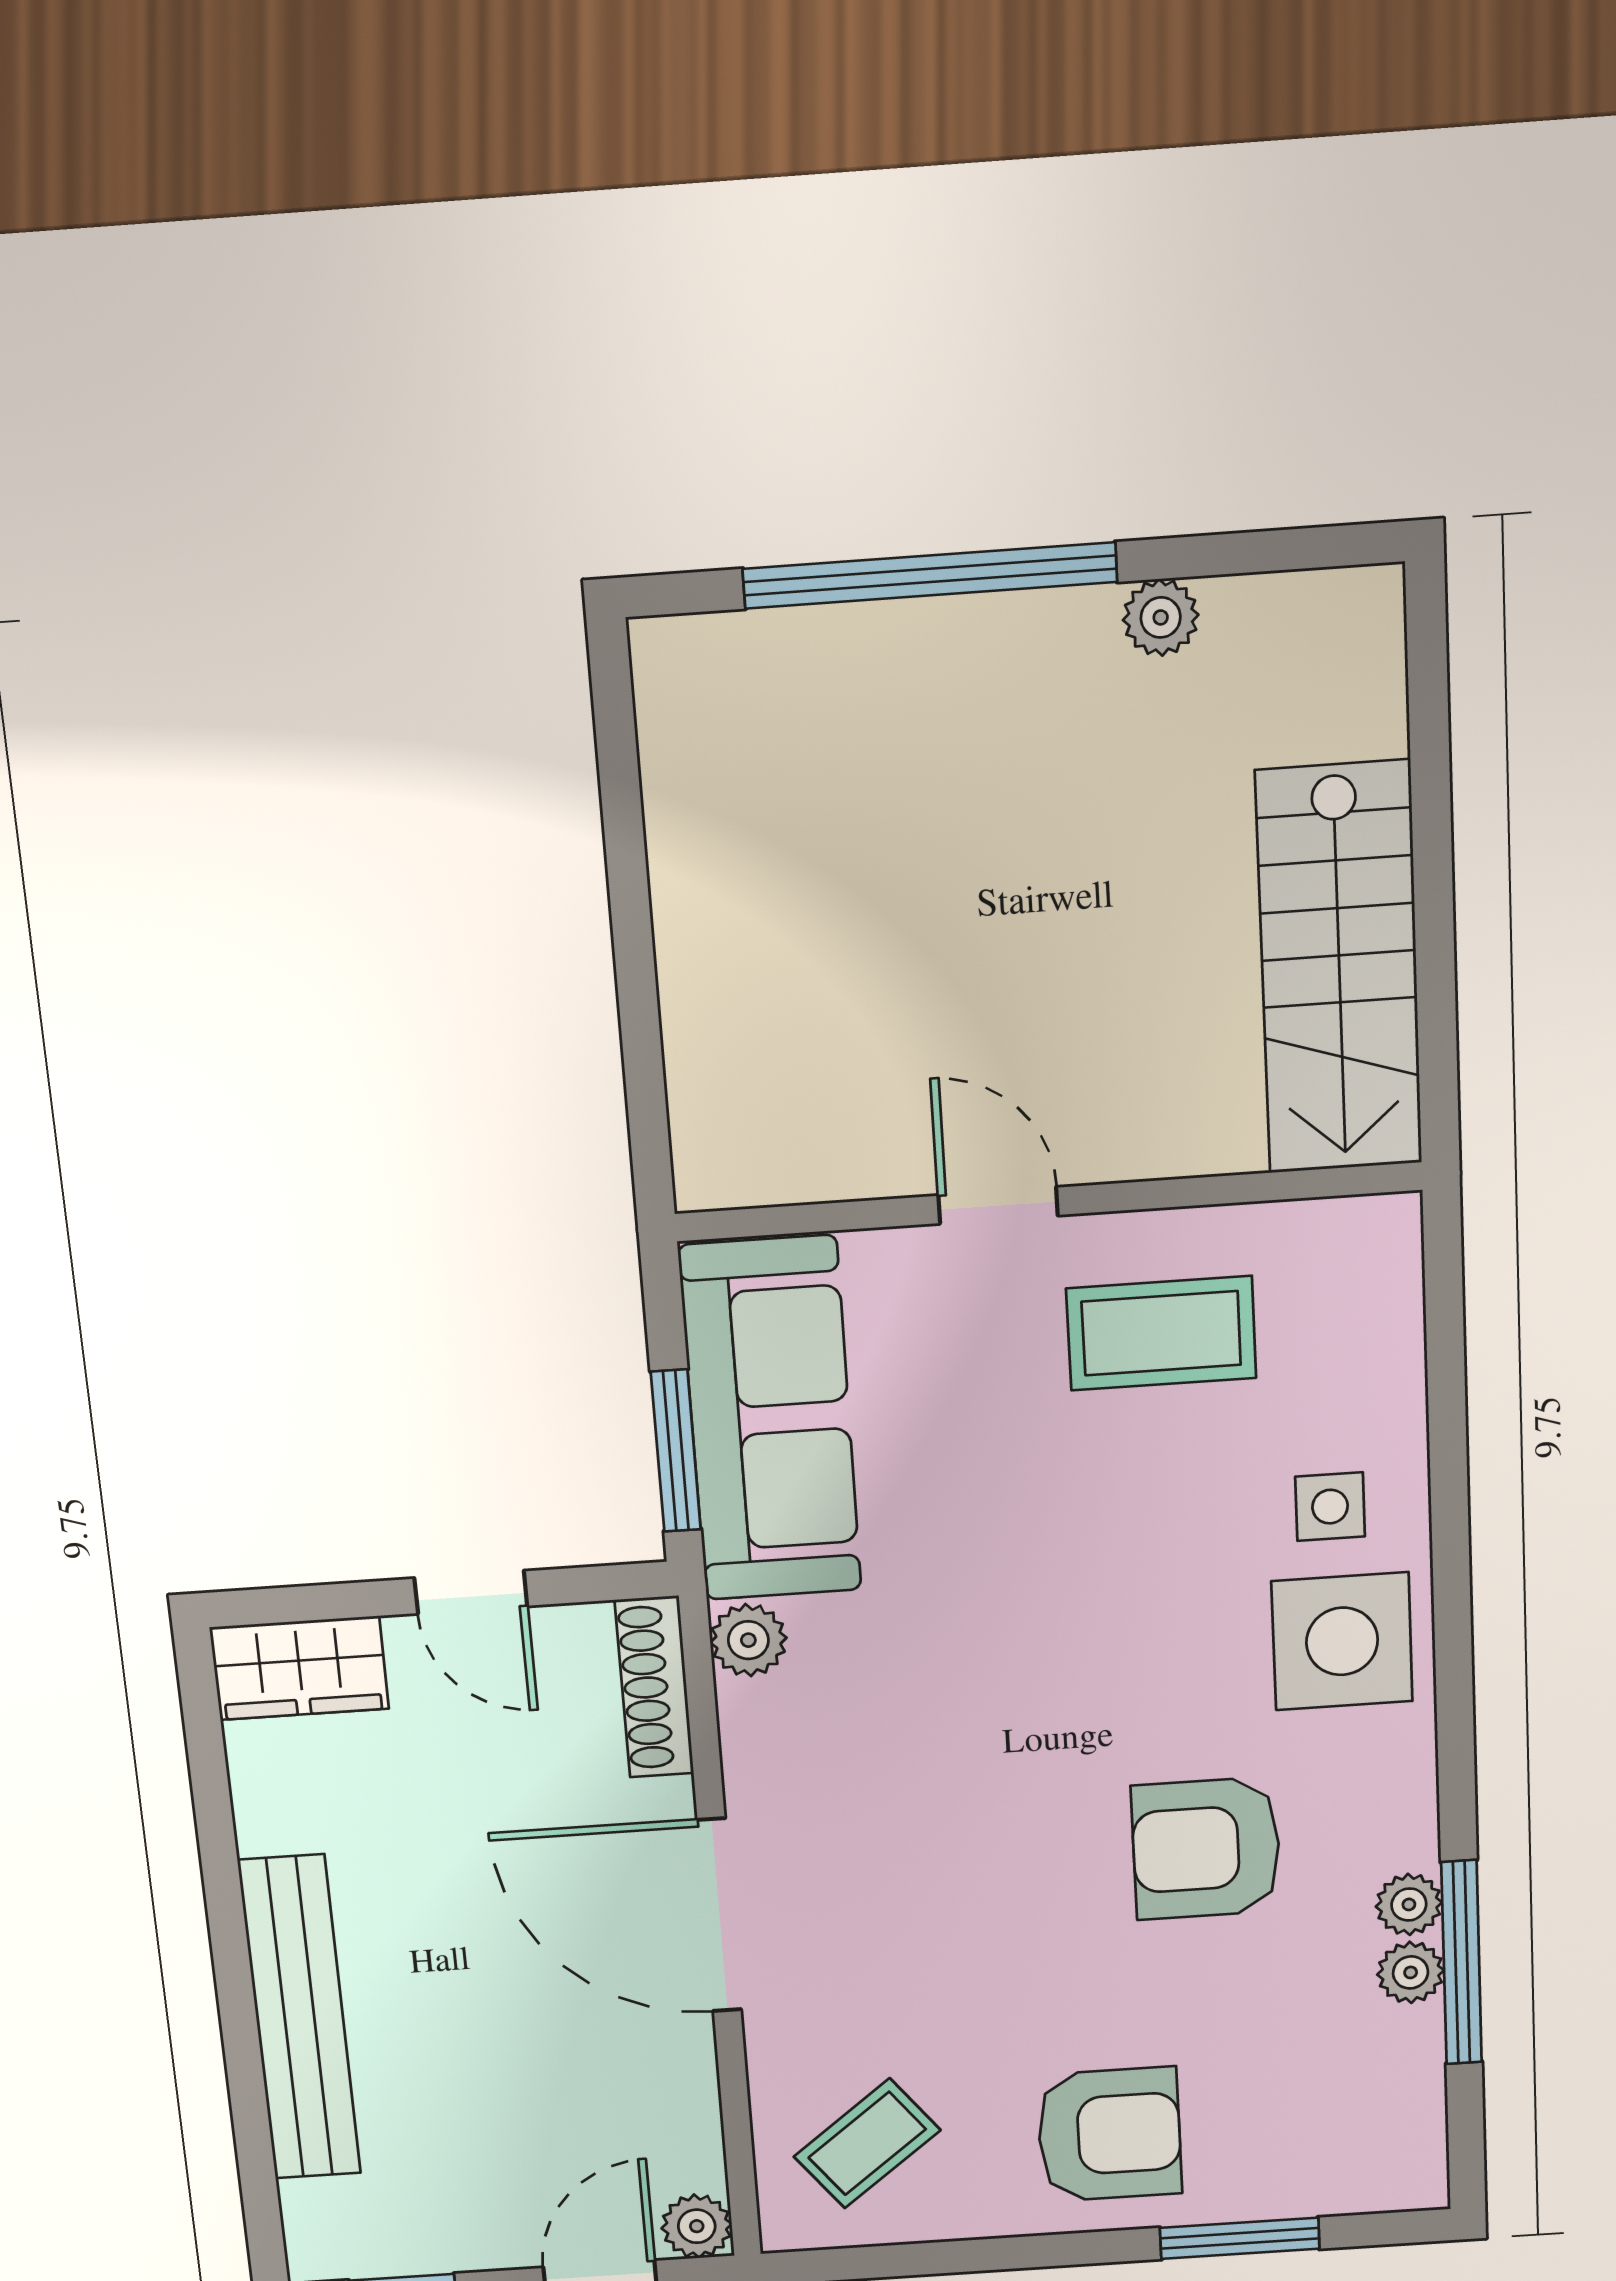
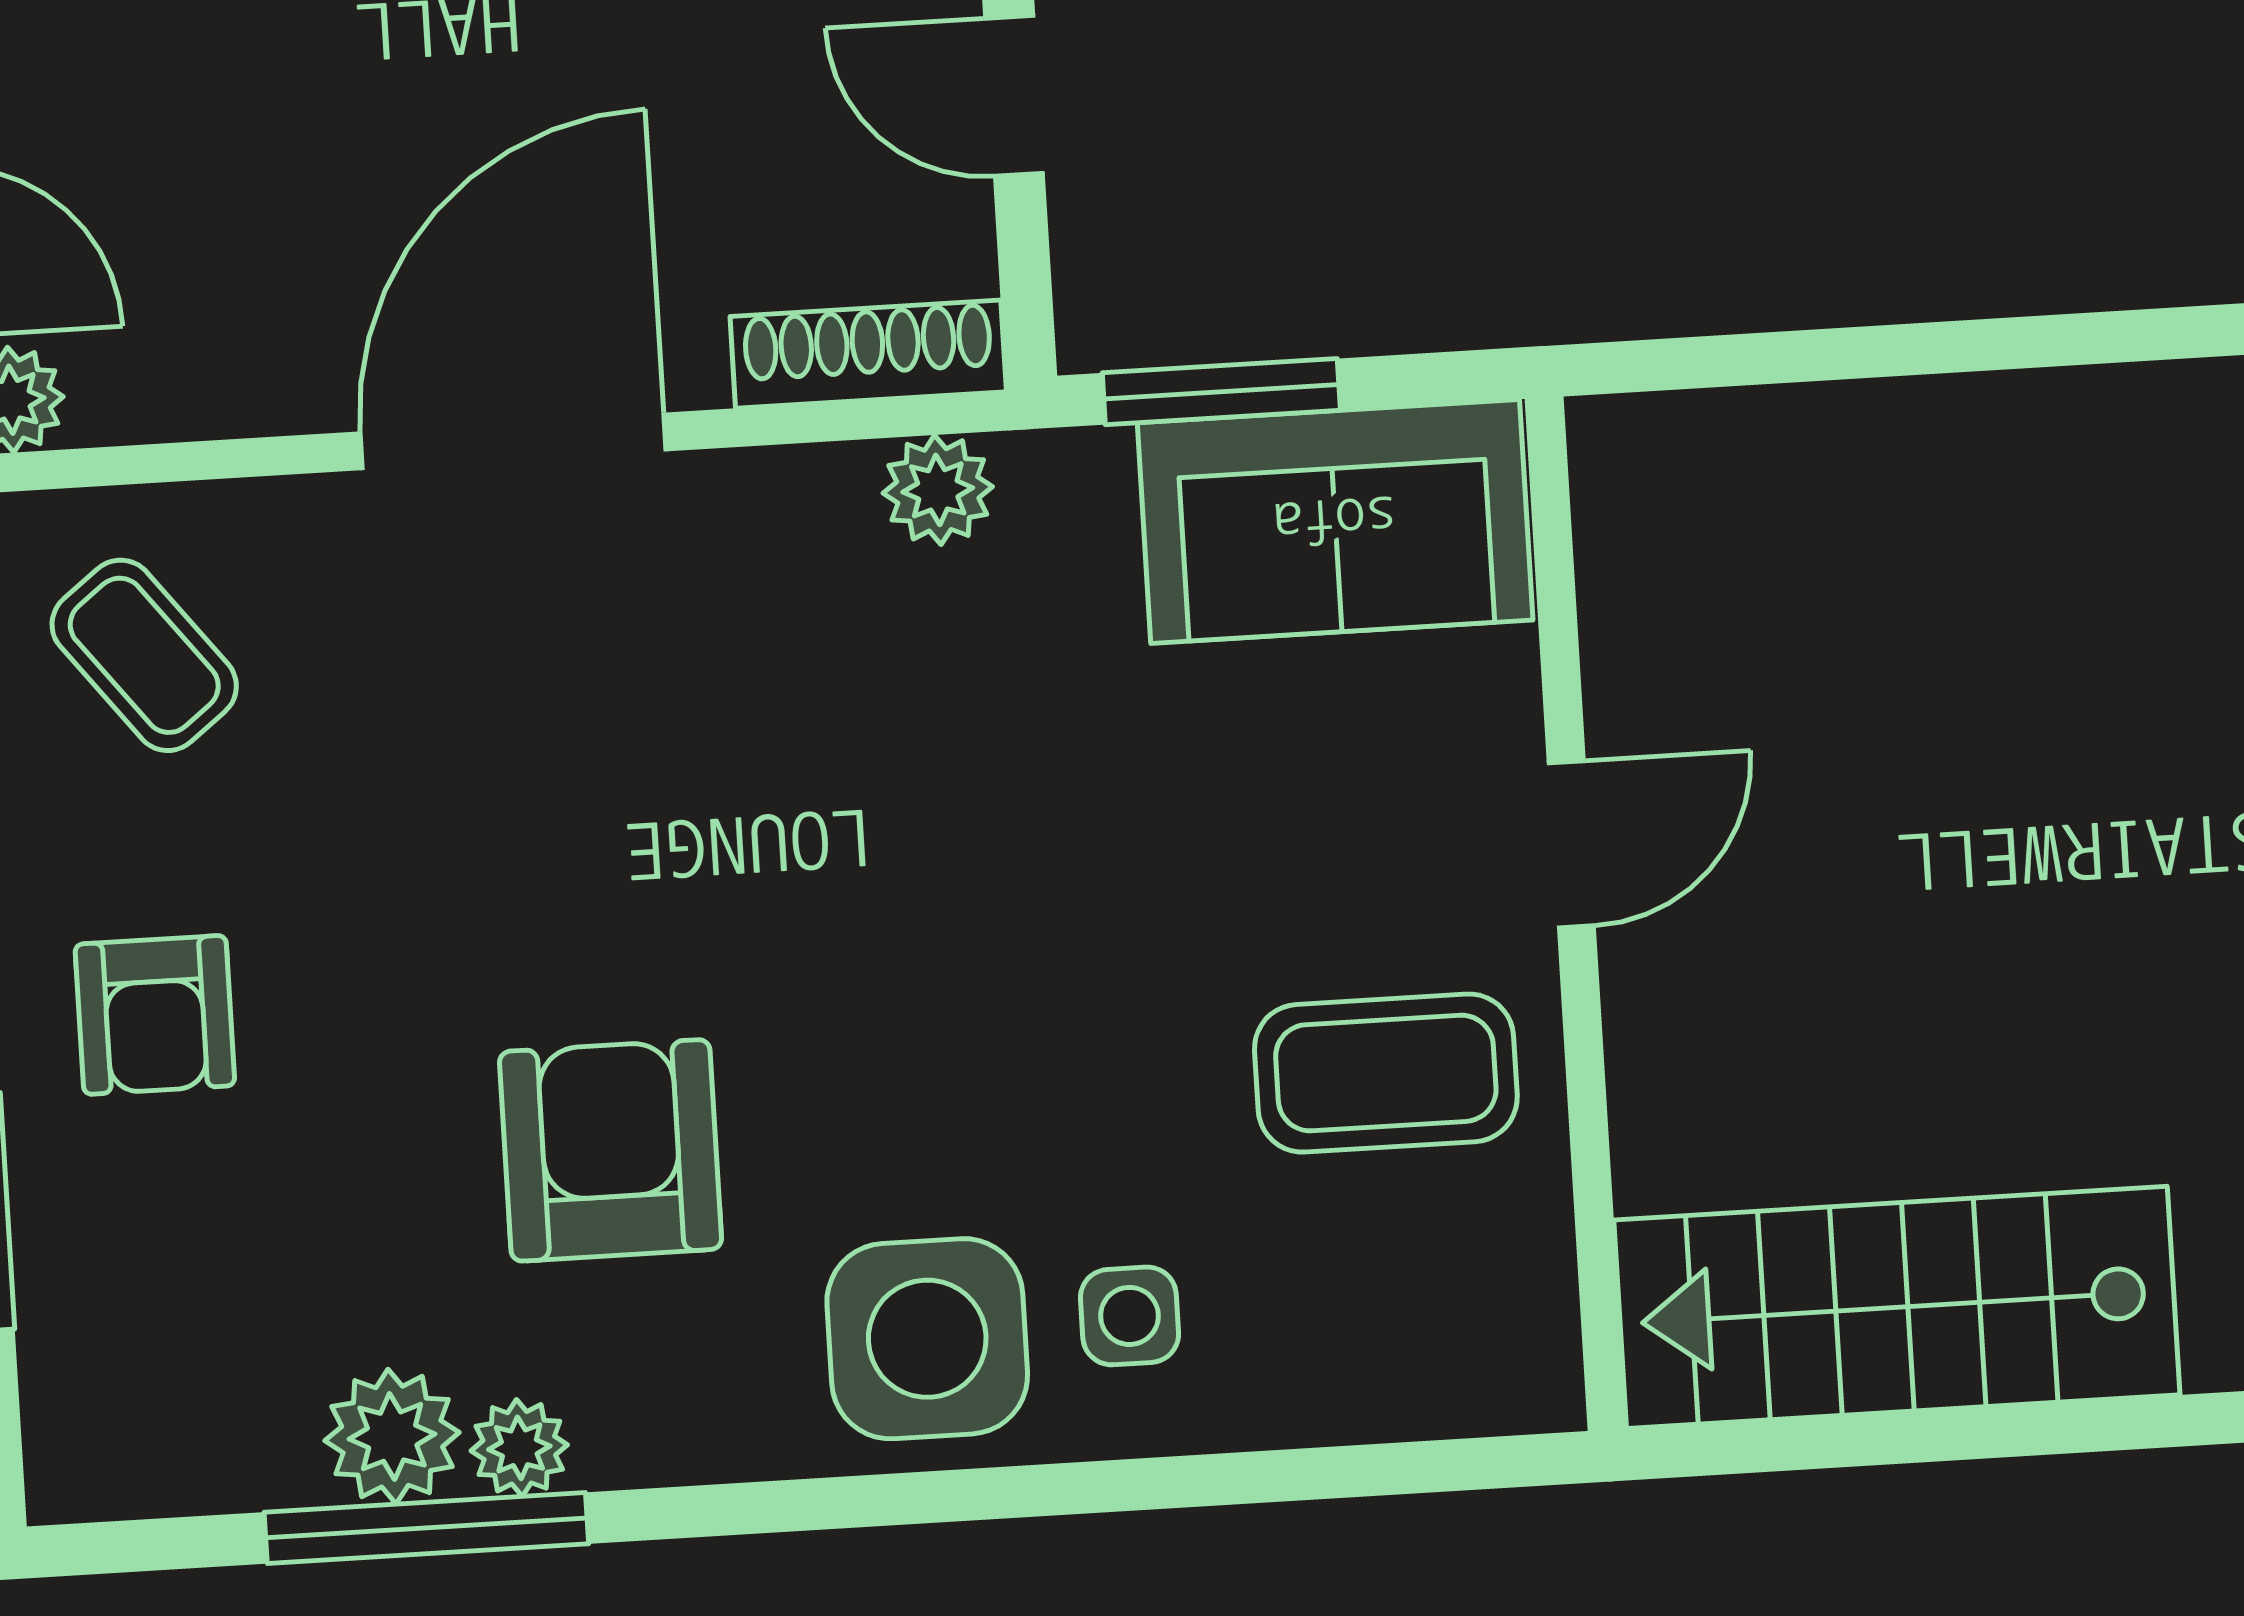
coffee table: (1161, 1333) -> (1386, 1073), turned 90
sofa: (771, 1419) -> (1335, 521), width x0.73
door: (471, 1592) -> (1014, 96), hinge flipped
plant: (1411, 1972) -> (392, 1437), width x1.38, depth x1.38
armchair: (1109, 2134) -> (155, 1015), width x0.72, depth x0.72

